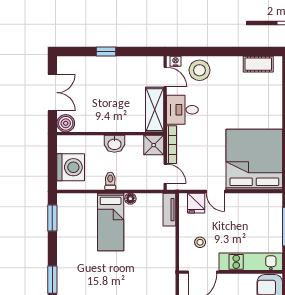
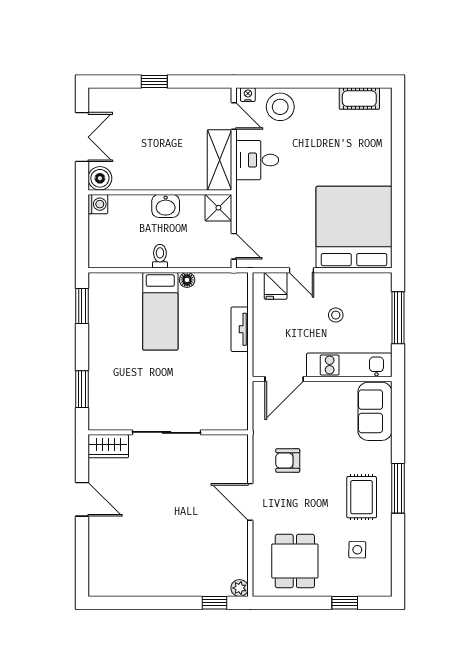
bookcase: (171, 145) -> (242, 207), removed
washing machine: (71, 167) -> (98, 204), moved, width x0.53, depth x0.53
tv unit: (169, 210) -> (240, 329), moved
stool: (200, 242) -> (336, 315), moved

